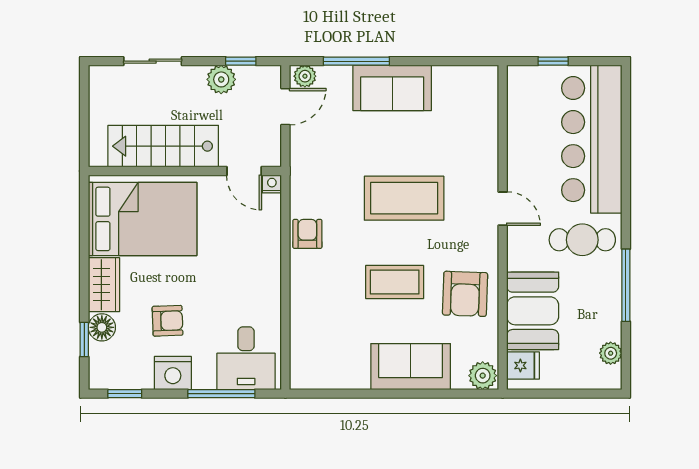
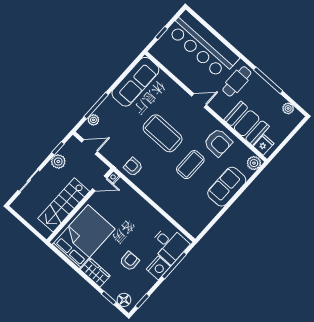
plant: (305, 76) -> (93, 120), moved
sofa: (392, 88) -> (135, 82), moved, width x1.36
door: (285, 107) -> (90, 147), hinge flipped
coffee table: (404, 198) -> (163, 133), turned 90
armchair: (307, 234) -> (133, 167), moved
floor lamp: (102, 327) -> (124, 300), moved
nightstand: (173, 373) -> (158, 268), moved

